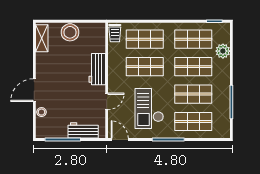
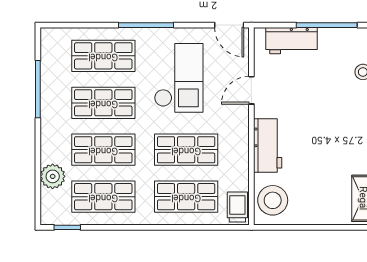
stool: (70, 32) -> (273, 200), moved

